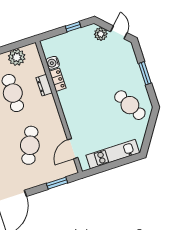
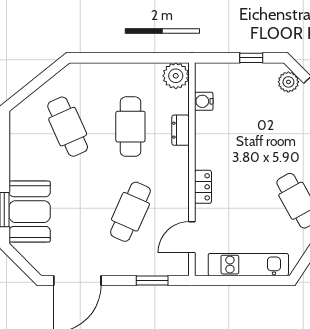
plant: (17, 57) -> (176, 76), moved
locker: (58, 80) -> (203, 187), moved

